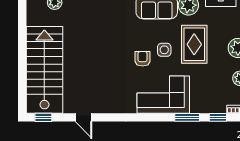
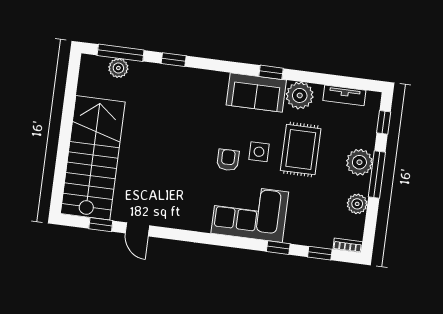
window: (43, 117) -> (101, 225), moved
window: (187, 117) -> (278, 248), width x0.67

